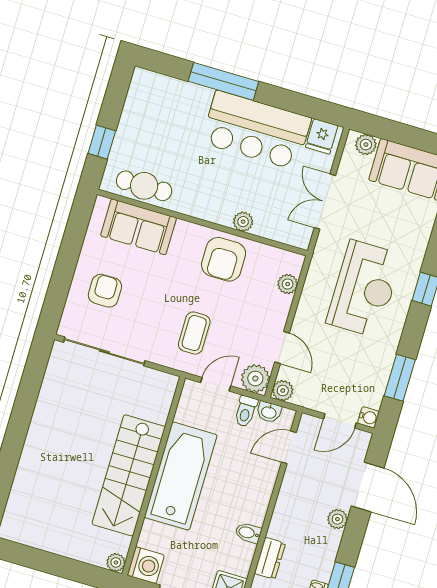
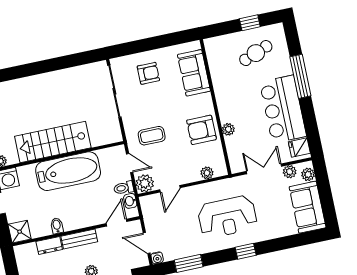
window: (102, 142) -> (250, 23), moved
cafe table: (144, 186) -> (256, 53), moved, turned 69
plant: (283, 391) -> (290, 172), moved
door: (289, 447) -> (117, 223), hinge flipped
bench: (283, 512) -> (79, 239), added

